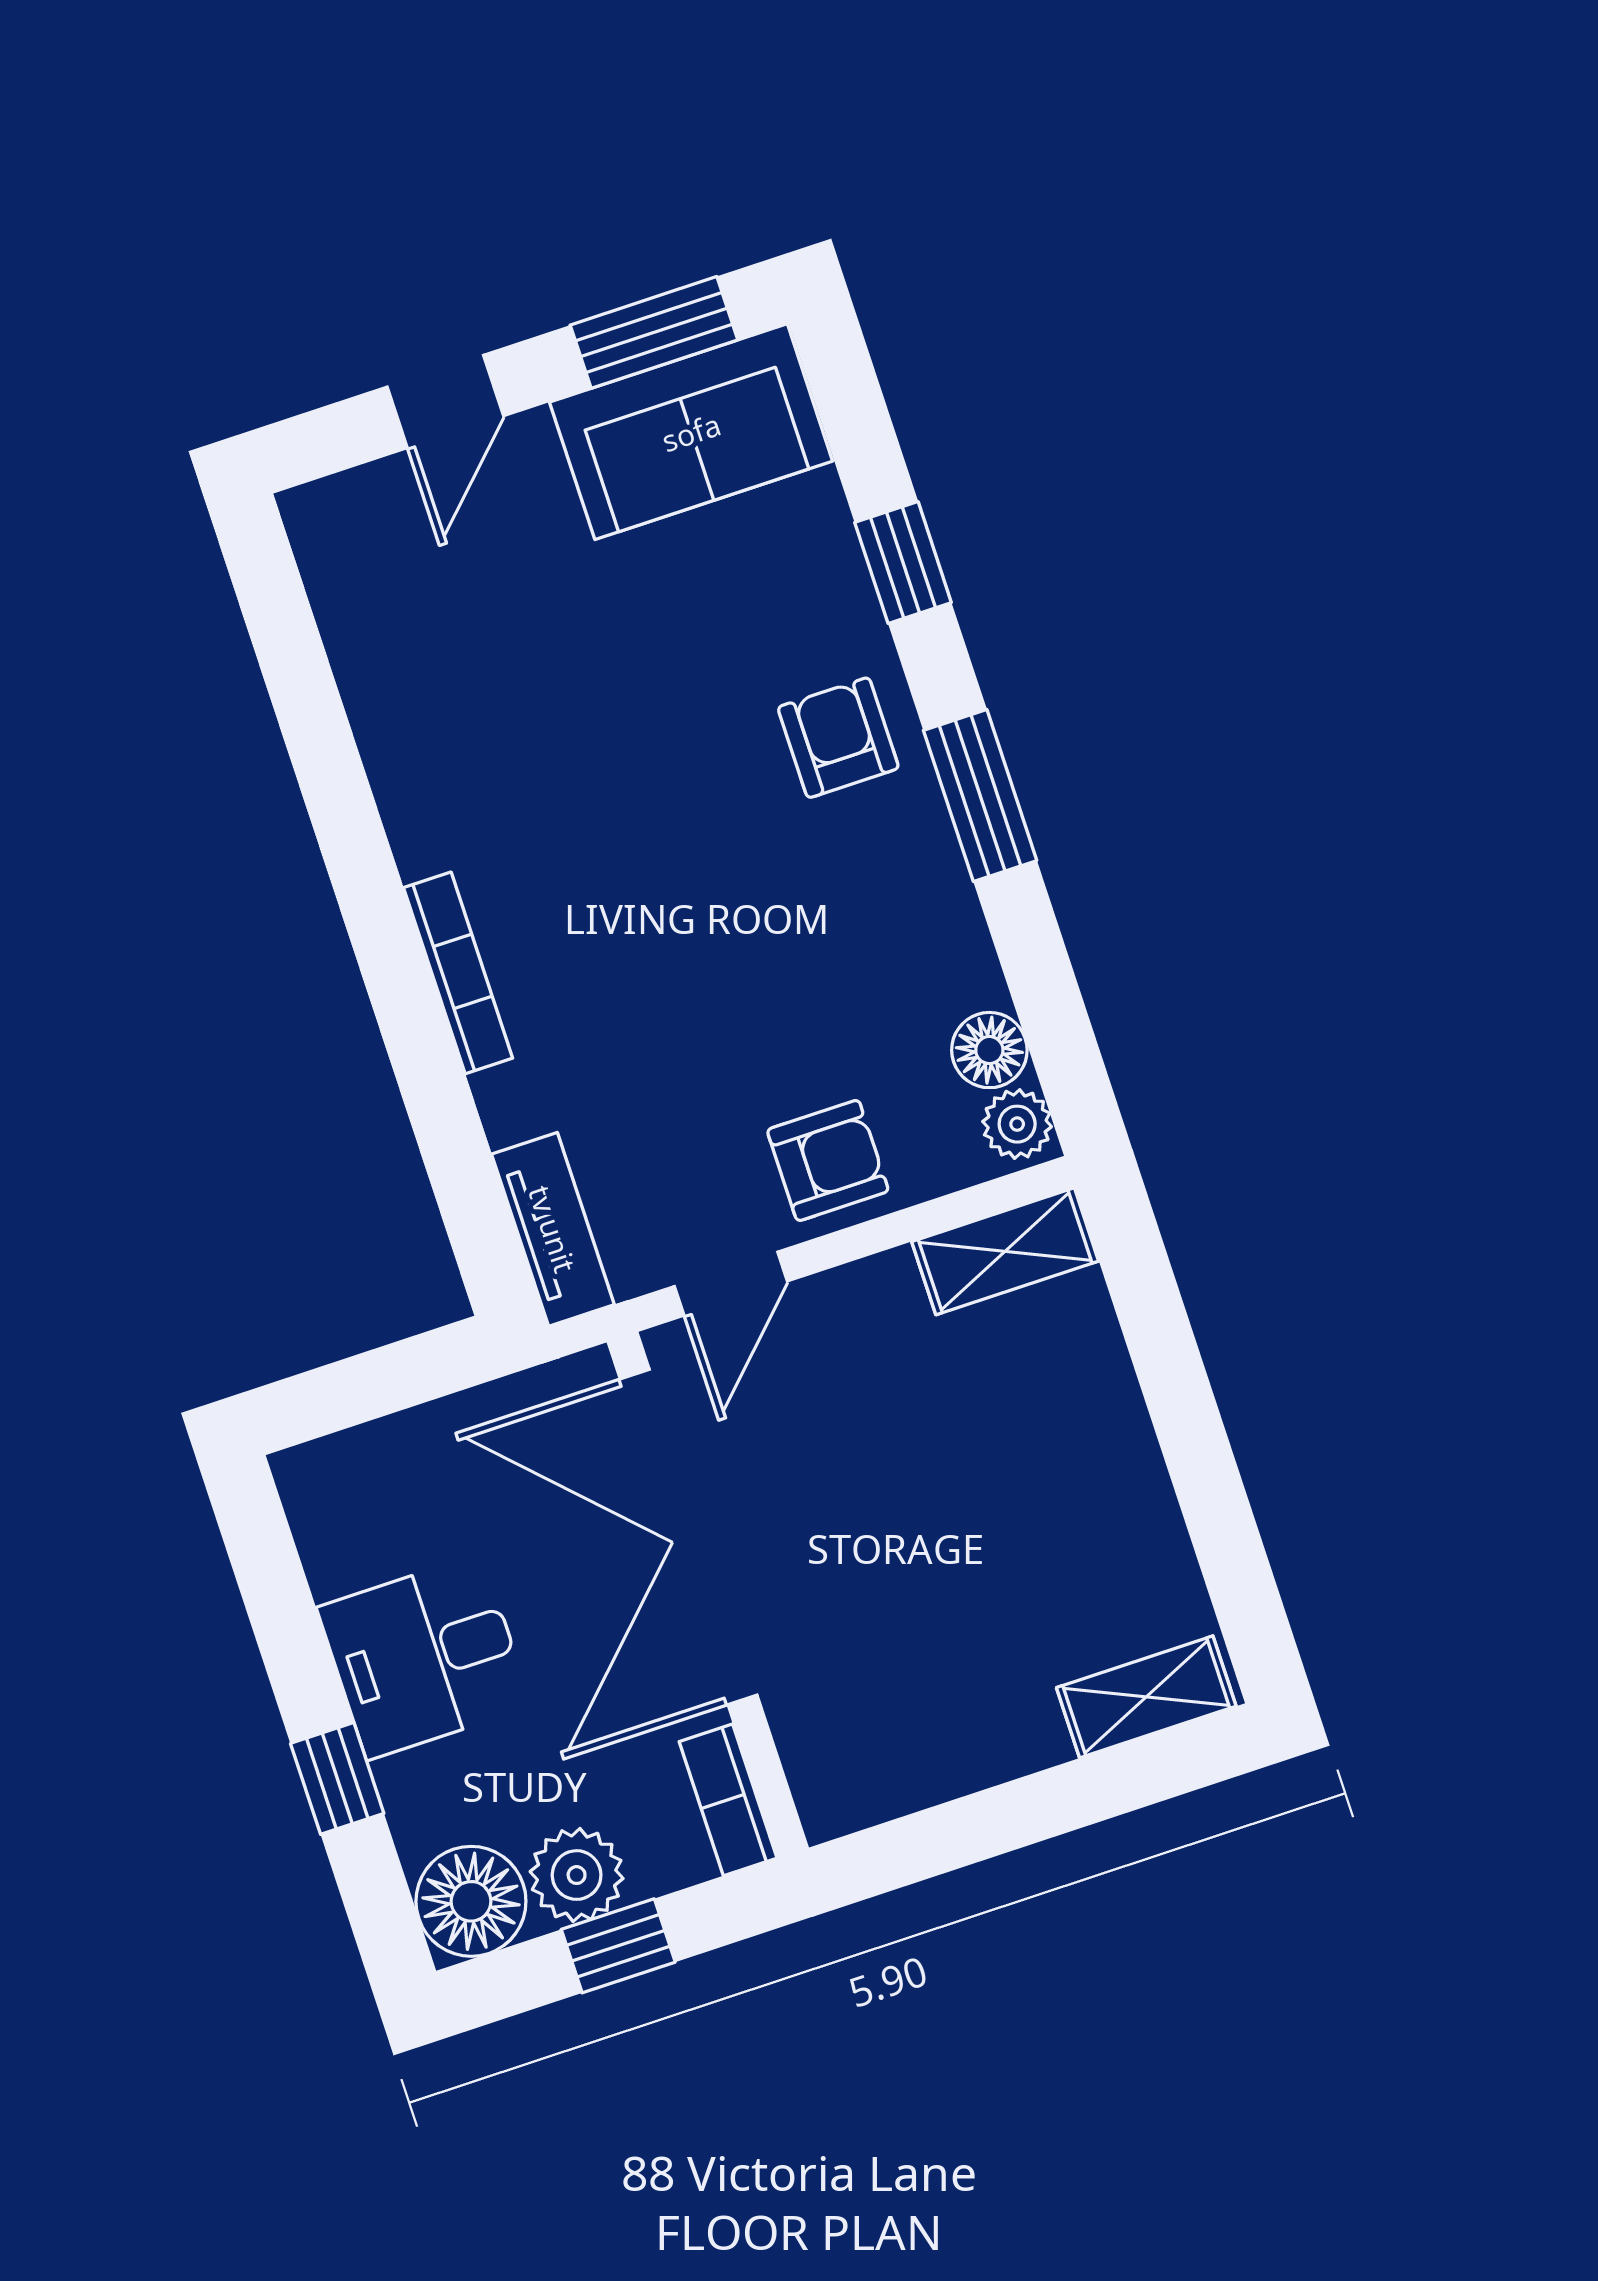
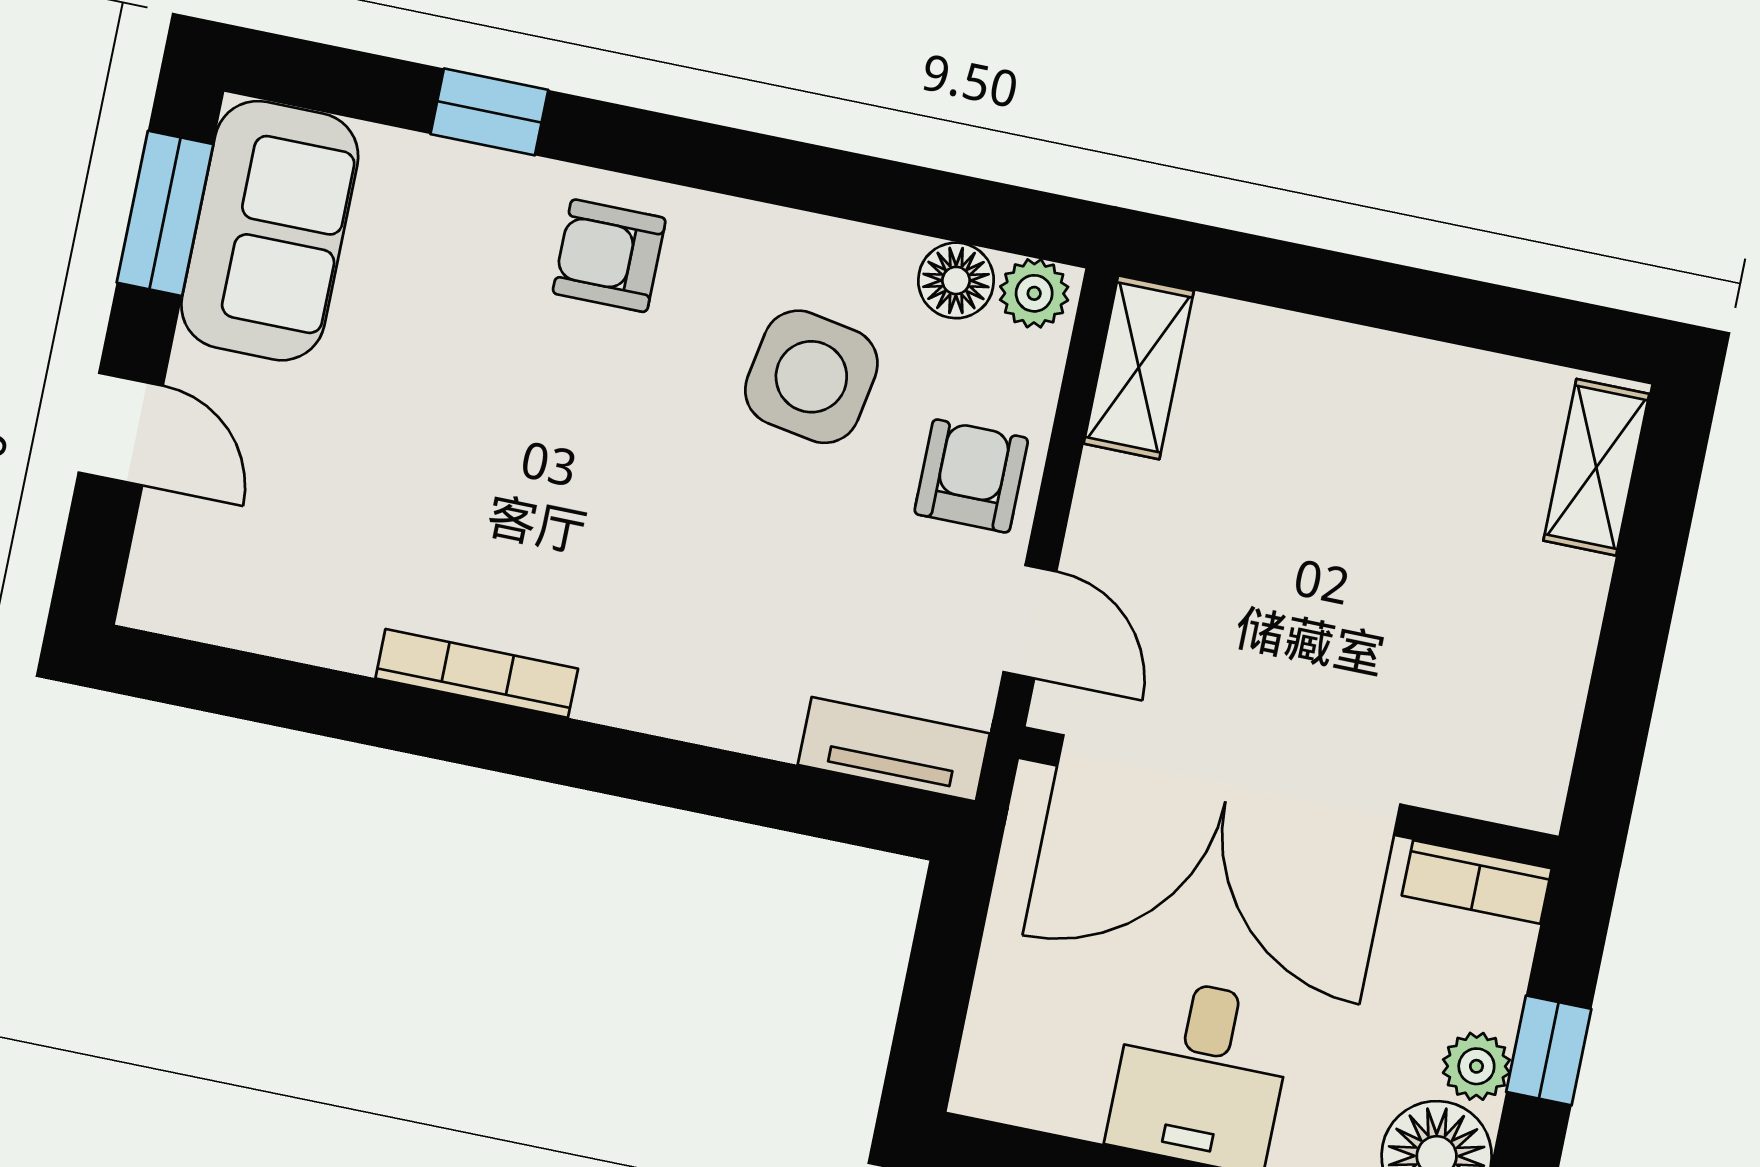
window: (980, 795) -> (730, 161), removed
bookcase: (458, 973) -> (477, 673), moved
side table: (834, 973) -> (811, 377), added
plant: (577, 1875) -> (1476, 1066), width x0.73, depth x0.73

